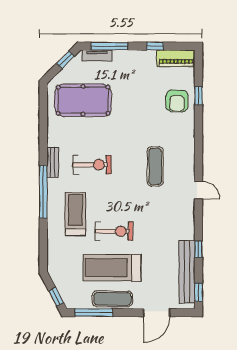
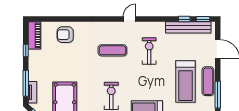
window: (198, 96) -> (62, 19), removed
armchair: (177, 101) -> (65, 35), turned 180
exercise bike: (114, 231) -> (149, 51), moved
window: (198, 249) -> (184, 19), moved

